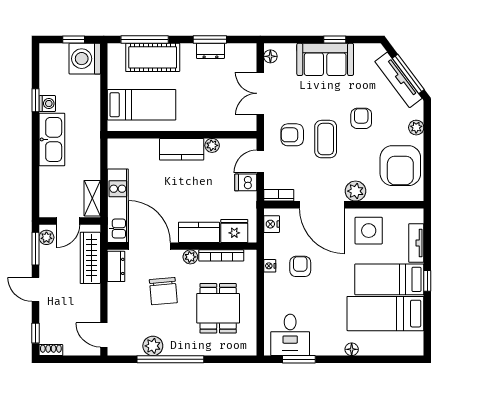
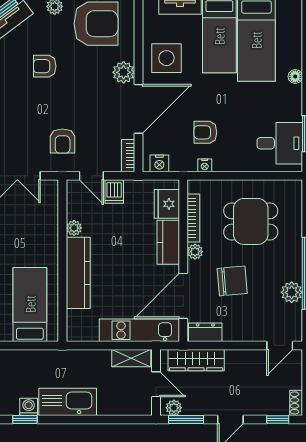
coffee table: (326, 139) -> (67, 105), removed
kitchen counter: (182, 149) -> (78, 273), width x1.50

